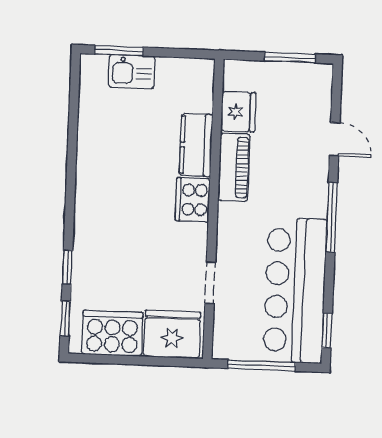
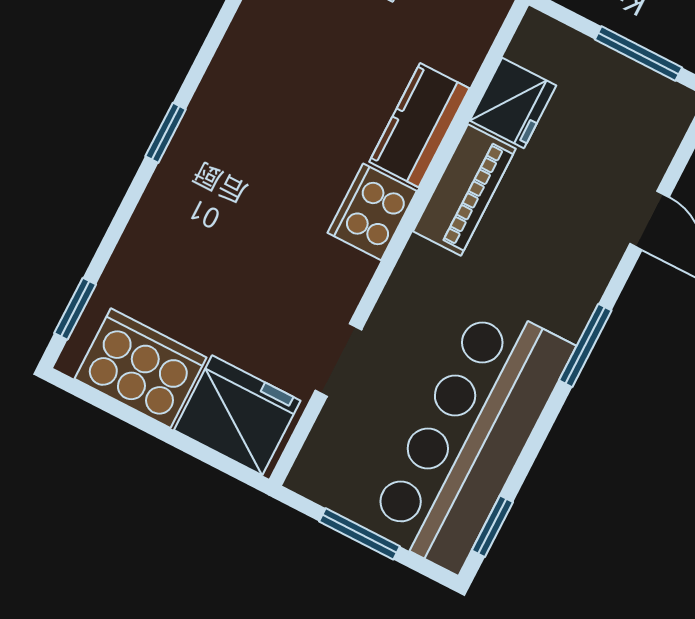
window: (332, 217) -> (585, 345), width x0.69
window: (67, 267) -> (166, 133), moved
window: (262, 365) -> (360, 534), width x0.69

